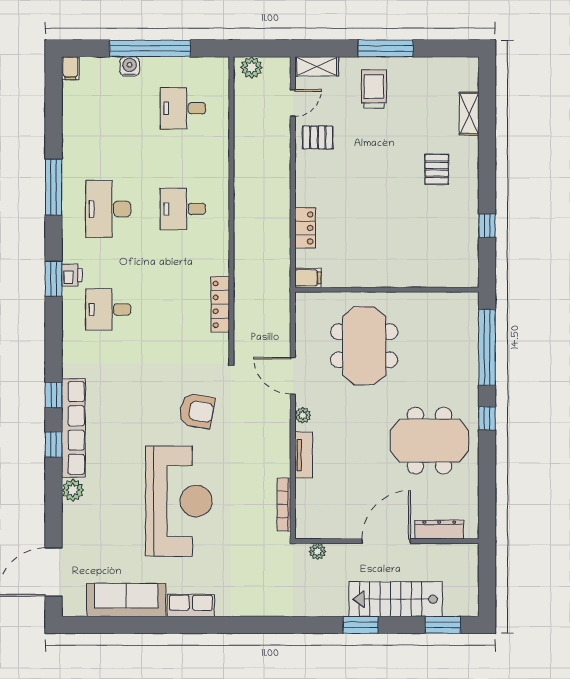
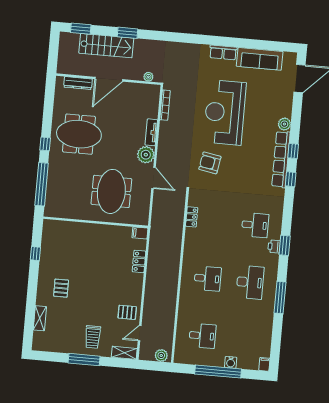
locker: (220, 304) -> (192, 217), width x0.66
plant: (303, 415) -> (146, 155), width x1.87, depth x1.87

